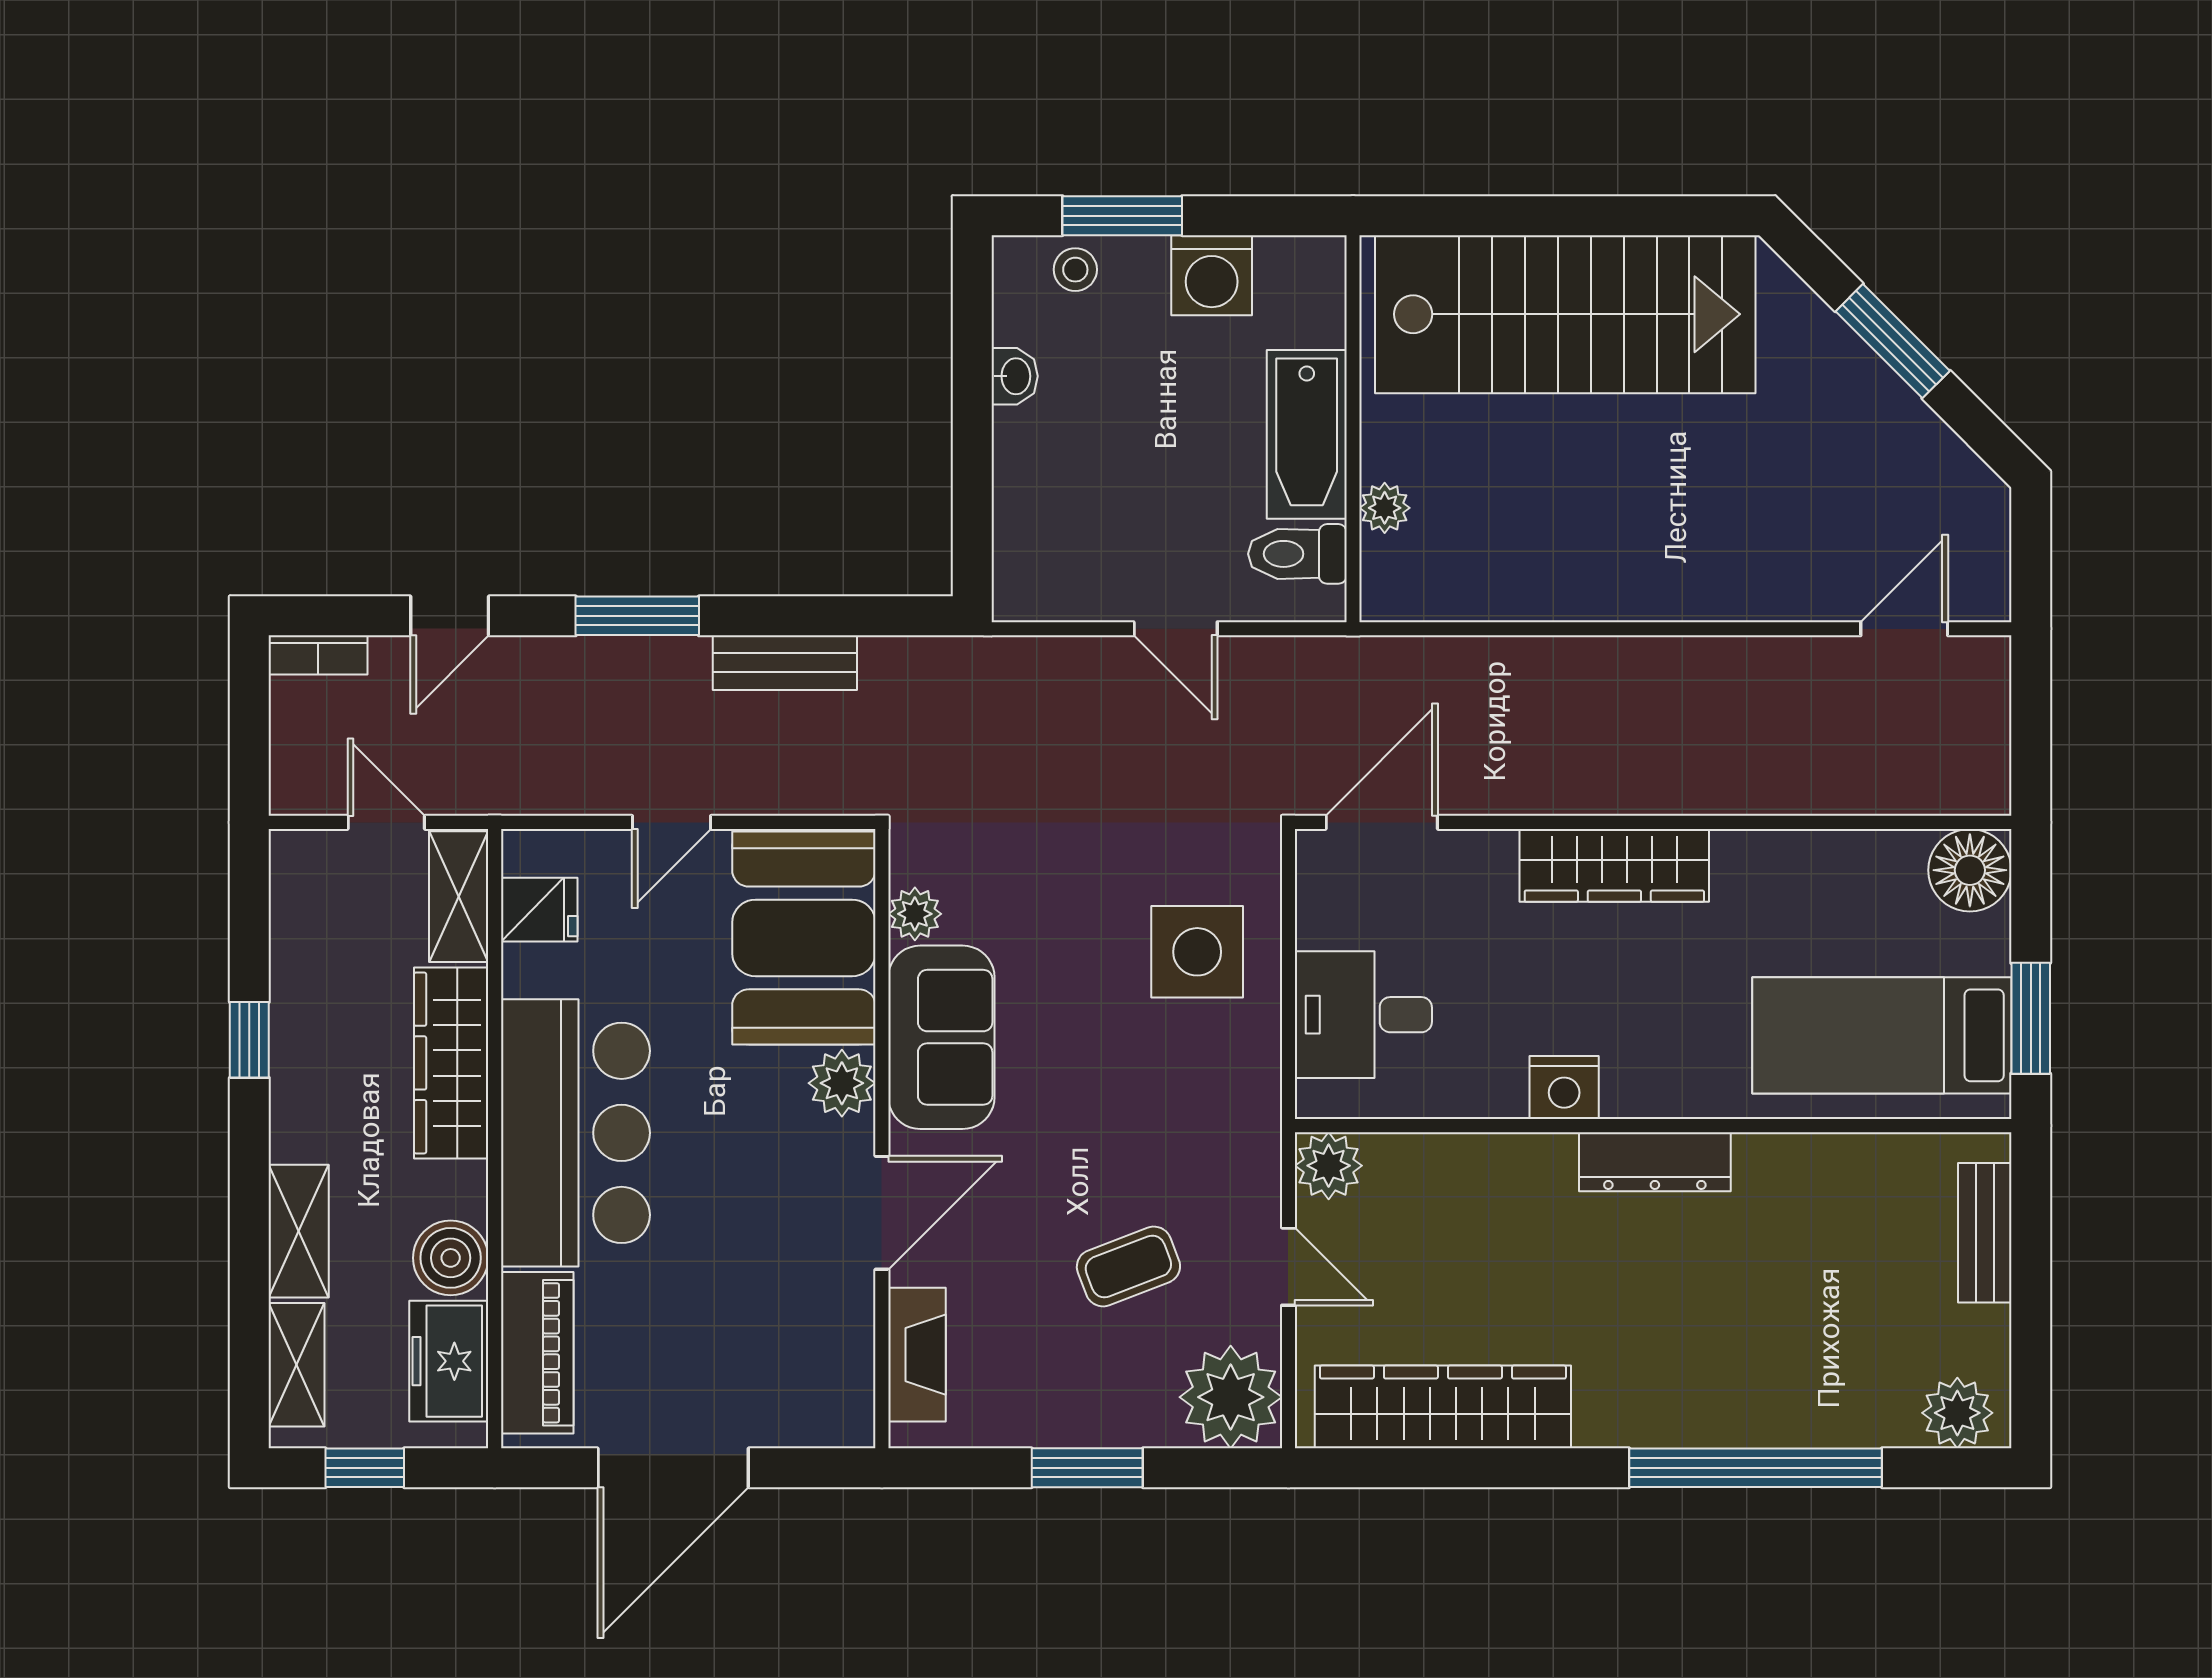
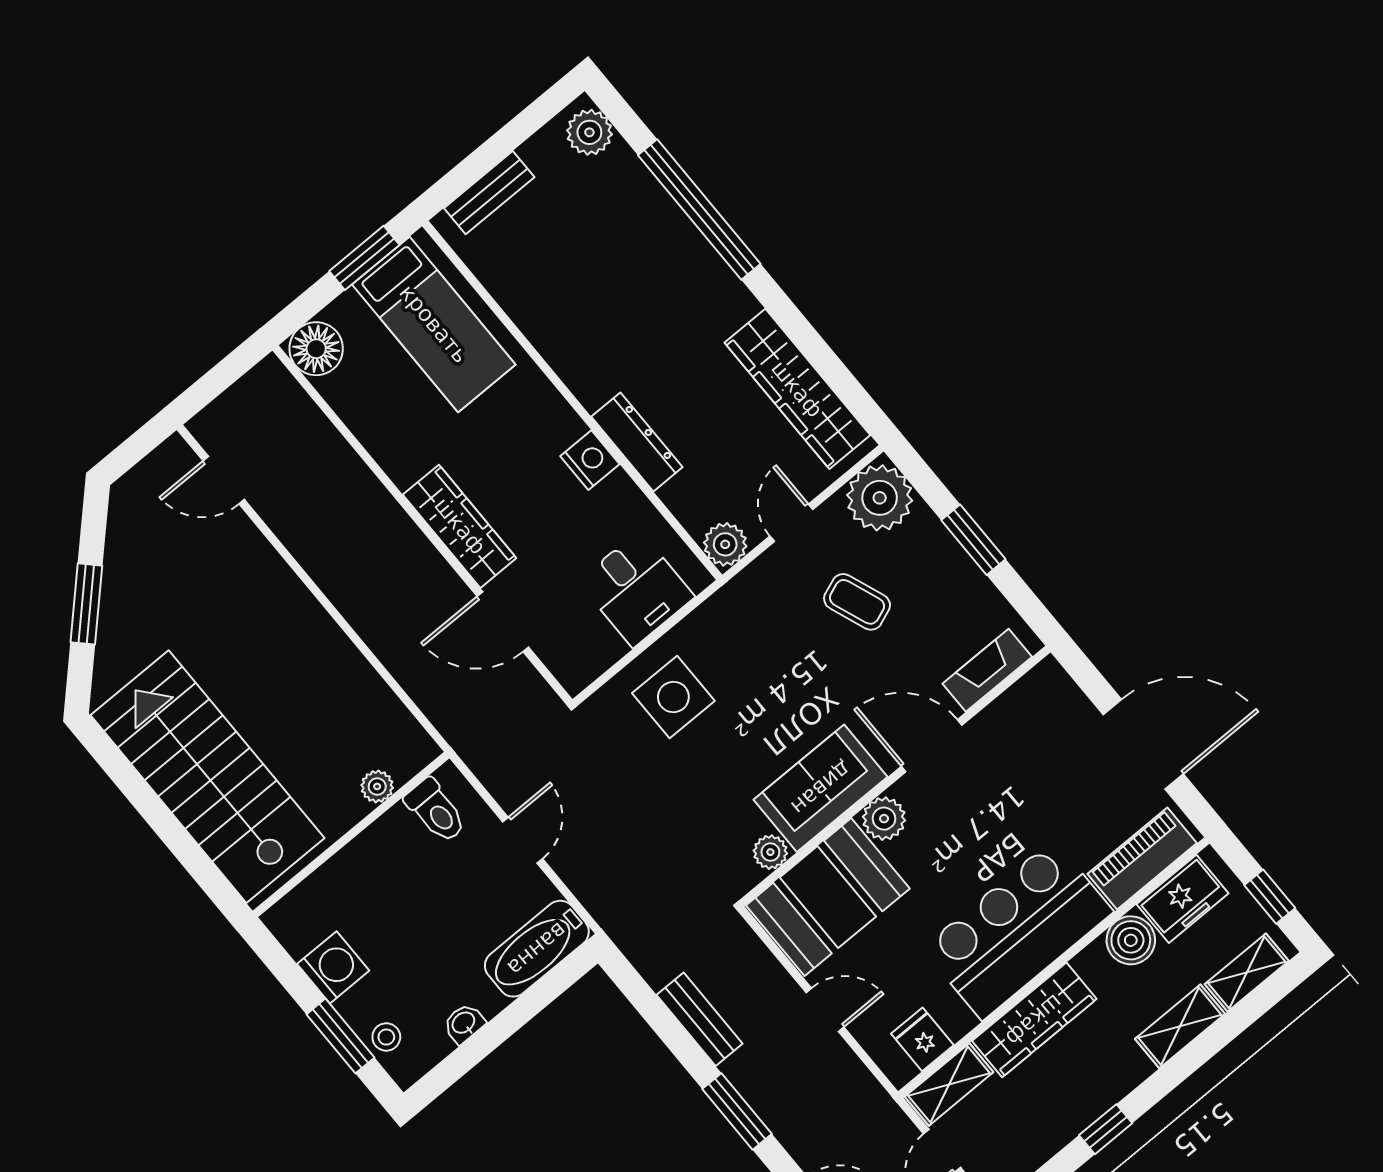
bathtub: (1307, 434) -> (537, 949), moved, turned 180
door: (1382, 822) -> (503, 622), moved
dresser: (1655, 1162) -> (637, 442), moved

